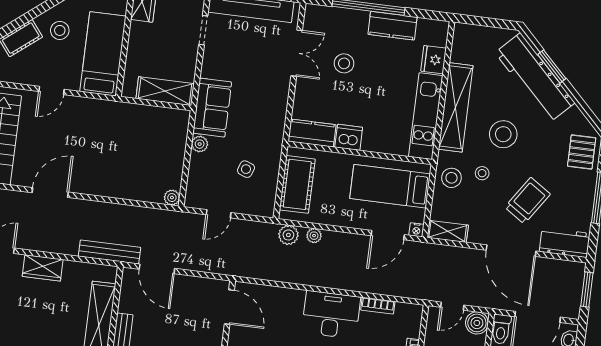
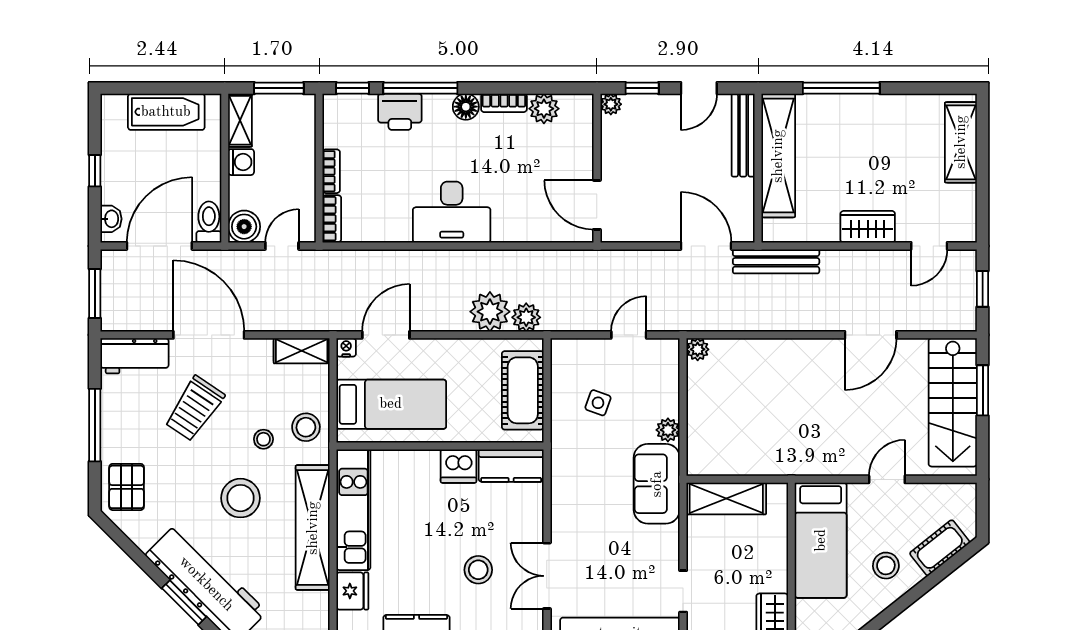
plant: (314, 236) -> (490, 312), width x1.88, depth x1.88
bookcase: (378, 306) -> (332, 219), moved, turned 90

